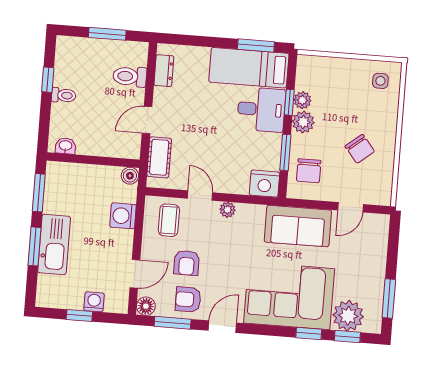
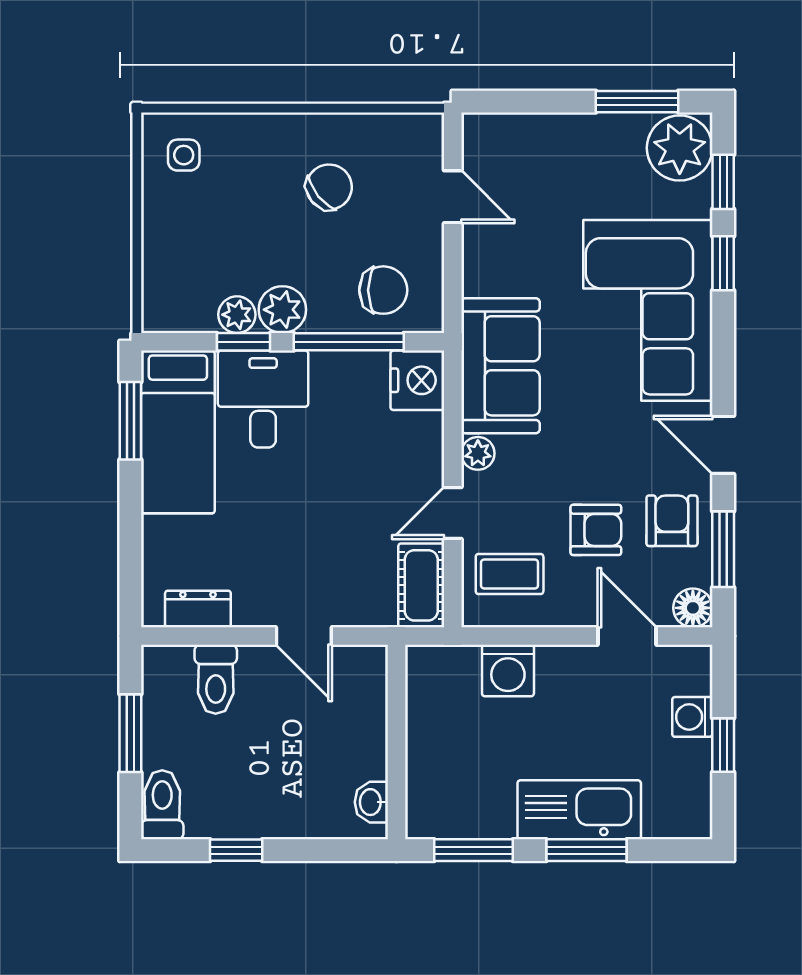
toilet: (64, 95) -> (162, 805), moved, width x1.37, depth x1.39
window: (285, 152) -> (349, 342), width x1.44
cot: (159, 157) -> (421, 585), moved, turned 90
boiler: (130, 176) -> (423, 663), removed
sofa: (298, 226) -> (500, 366), moved
armchair: (188, 299) -> (672, 521), turned 180
plant: (348, 316) -> (680, 148), moved

